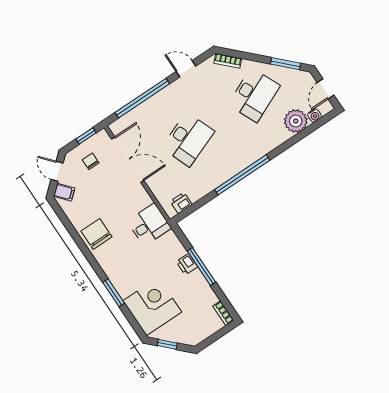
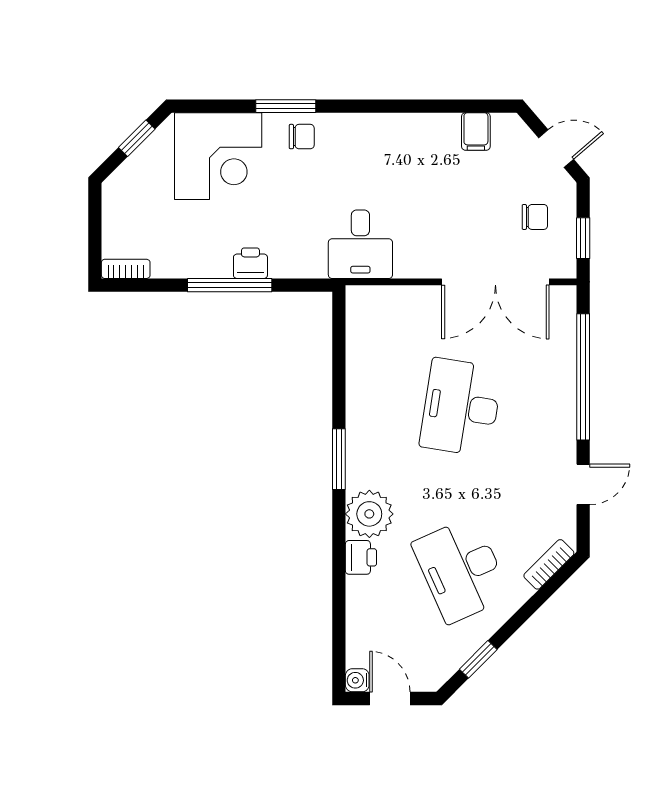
window: (286, 64) -> (478, 659), width x0.67
water cooler: (314, 116) -> (357, 680), moved
plant: (296, 121) -> (369, 514), moved
desk: (188, 139) -> (461, 407), turned 30
window: (242, 175) -> (339, 459), width x0.47
filing cabinet: (64, 192) -> (476, 131), moved, turned -49
printer: (181, 203) -> (361, 557), moved
chair: (96, 234) -> (302, 137), moved, width x0.54, depth x0.54

